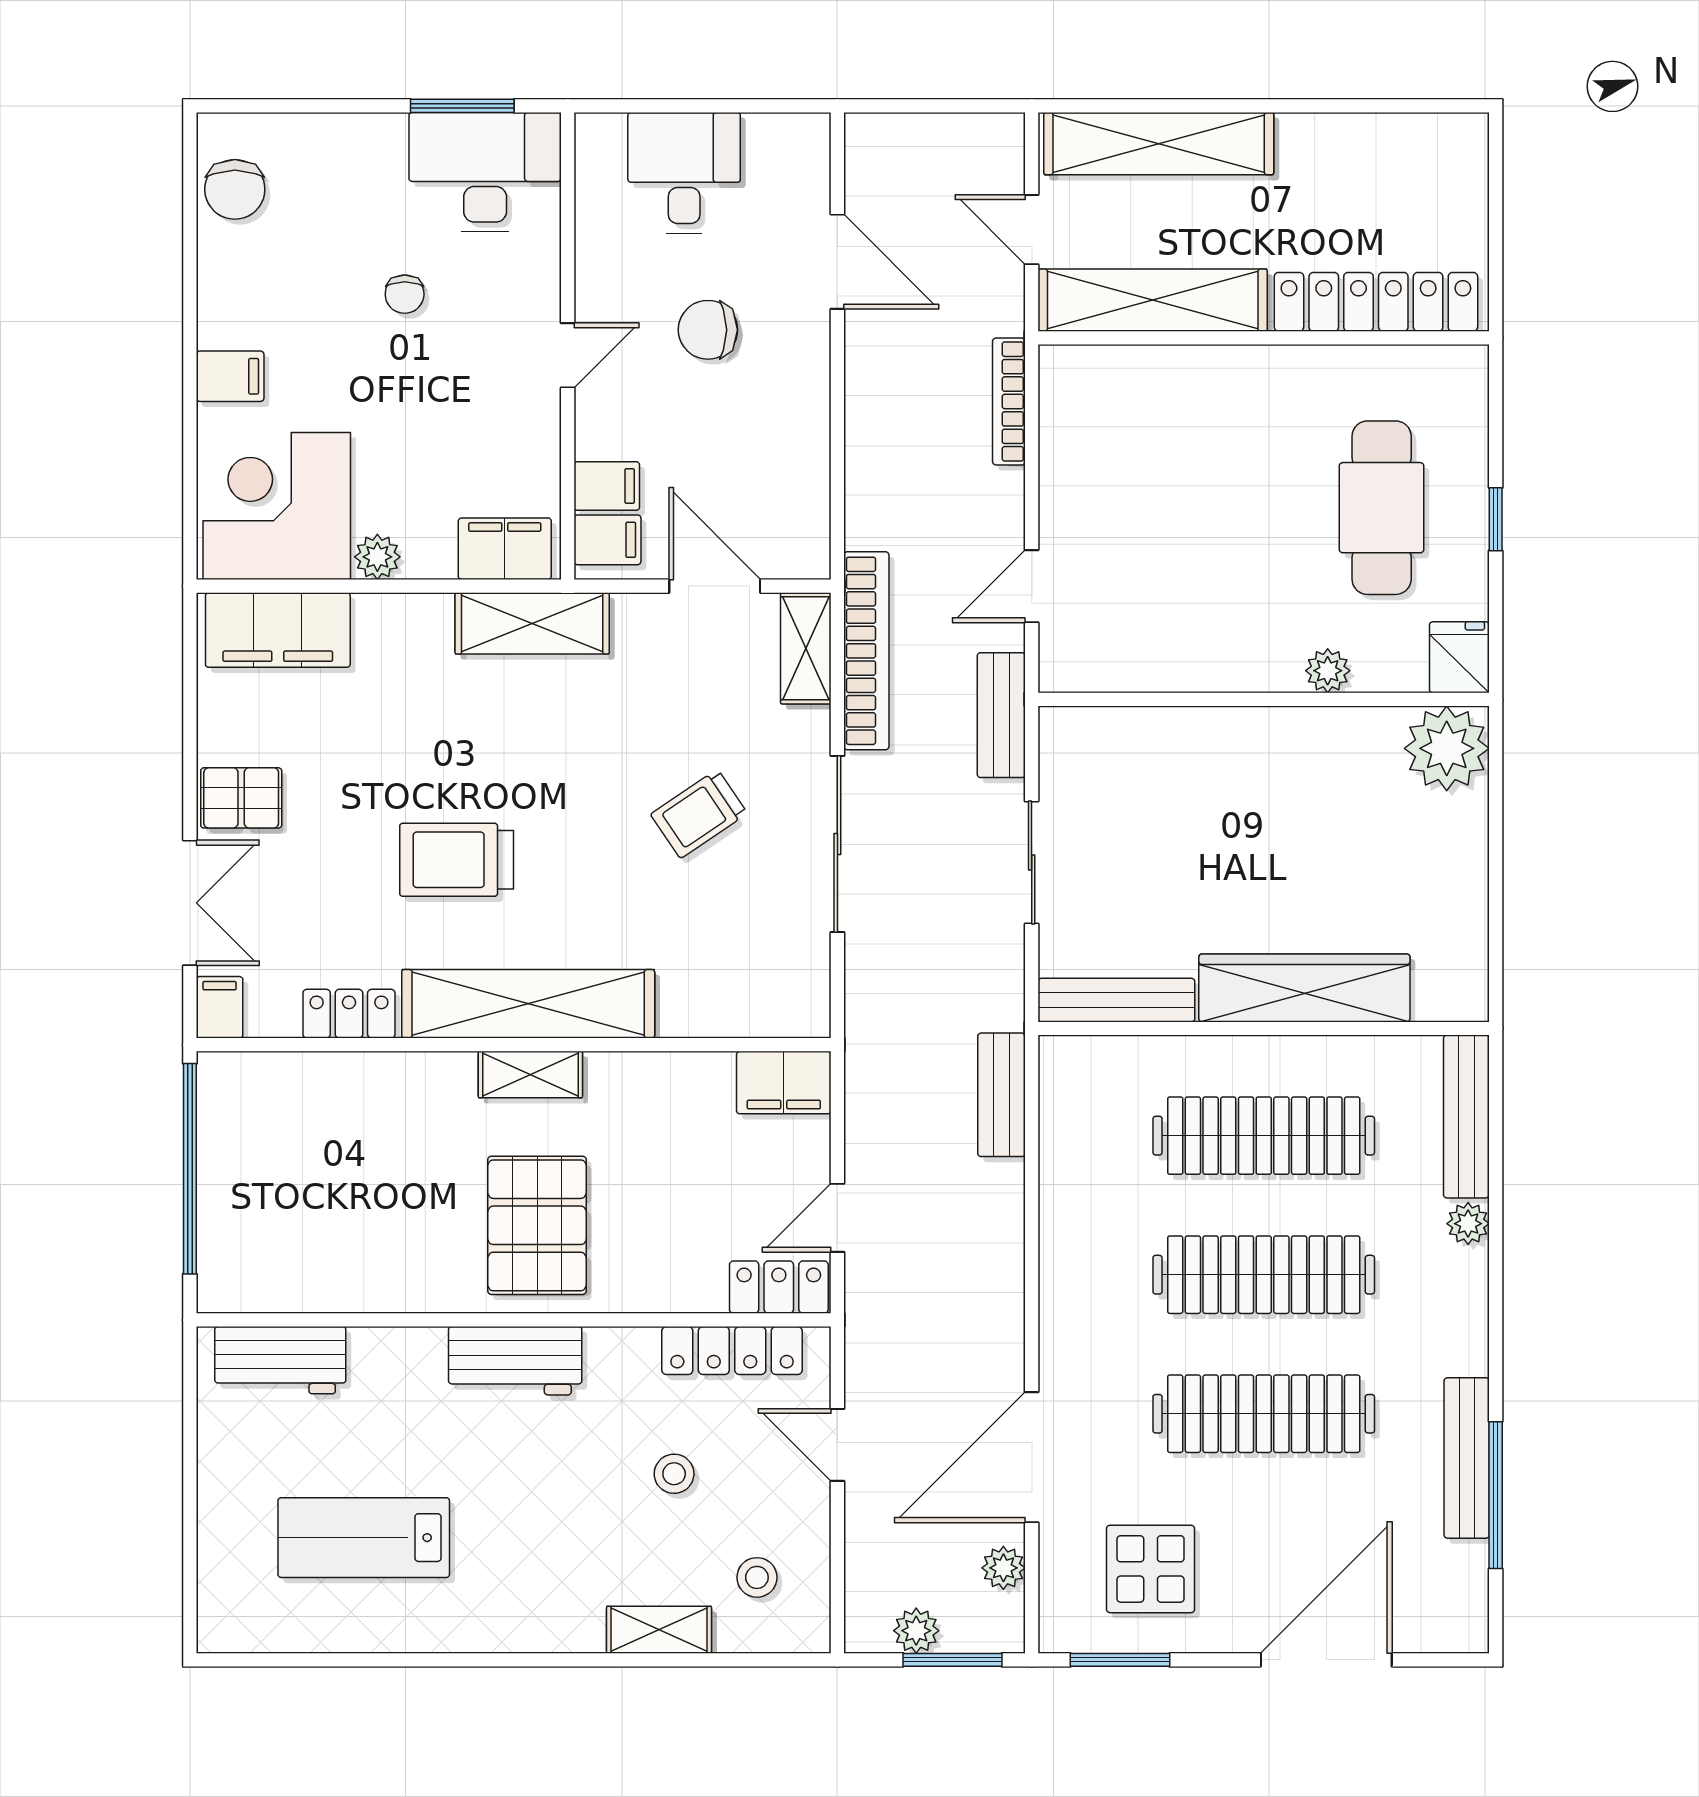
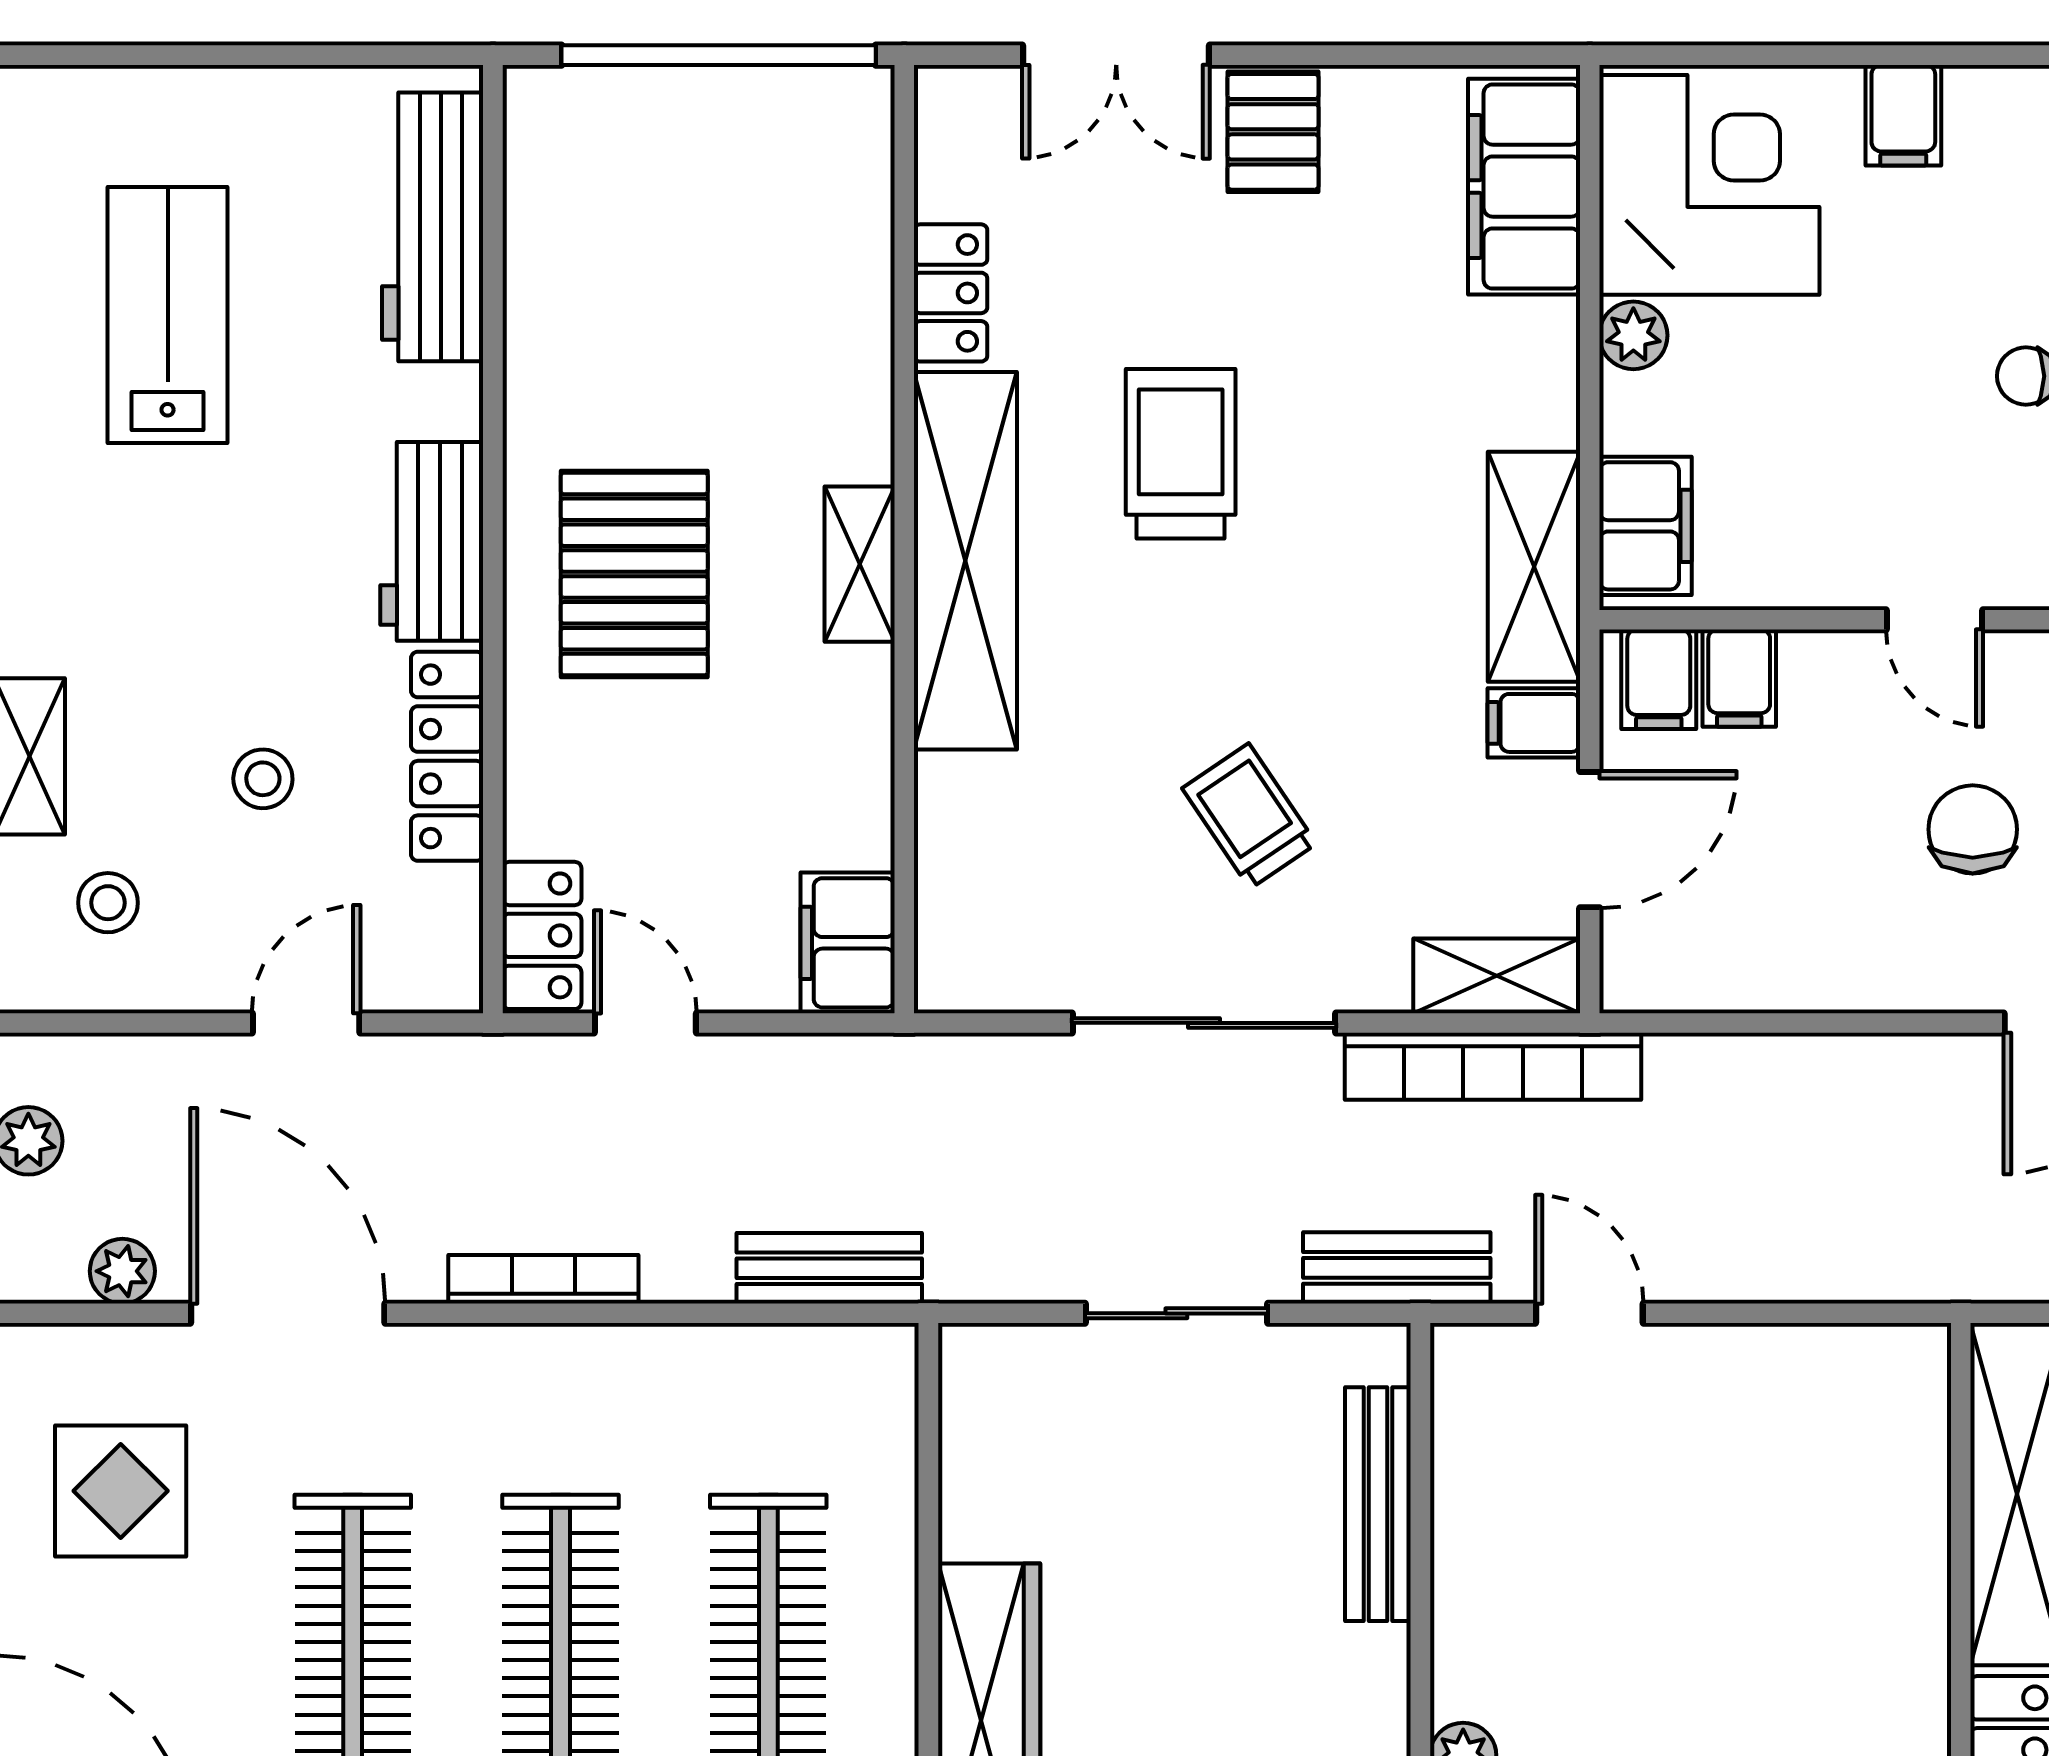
bookcase: (1009, 401) -> (543, 1279), moved
bench: (1116, 1000) -> (1378, 1504), moved
filing cabinet: (220, 1007) -> (1534, 723), moved, turned 180
pallet: (537, 1225) -> (634, 574), turned 90
locker: (732, 1351) -> (447, 756), moved
workbench: (280, 1360) -> (433, 227), width x1.38

